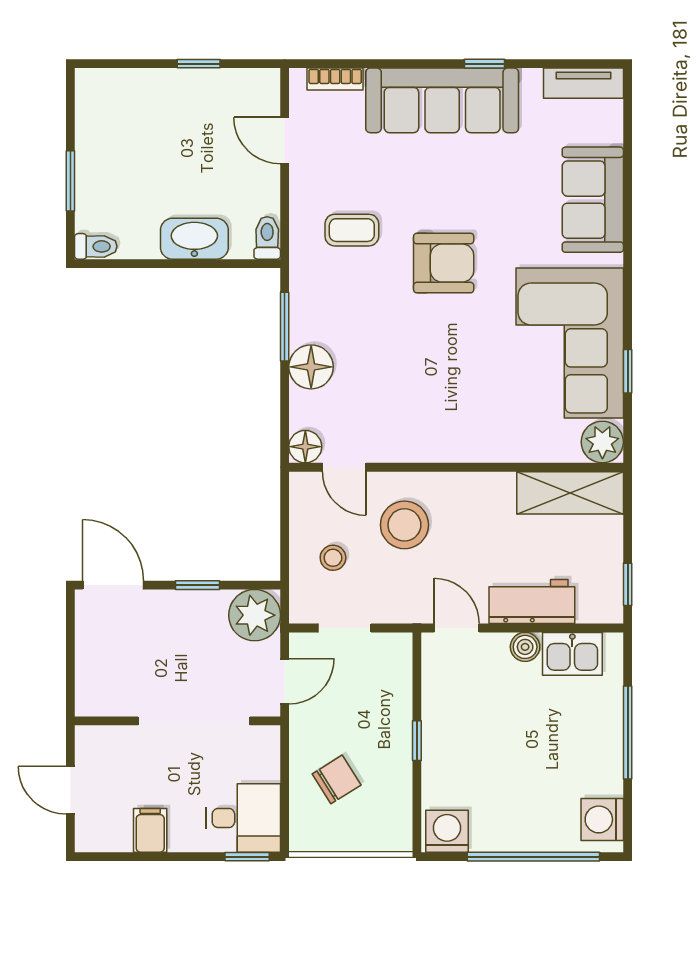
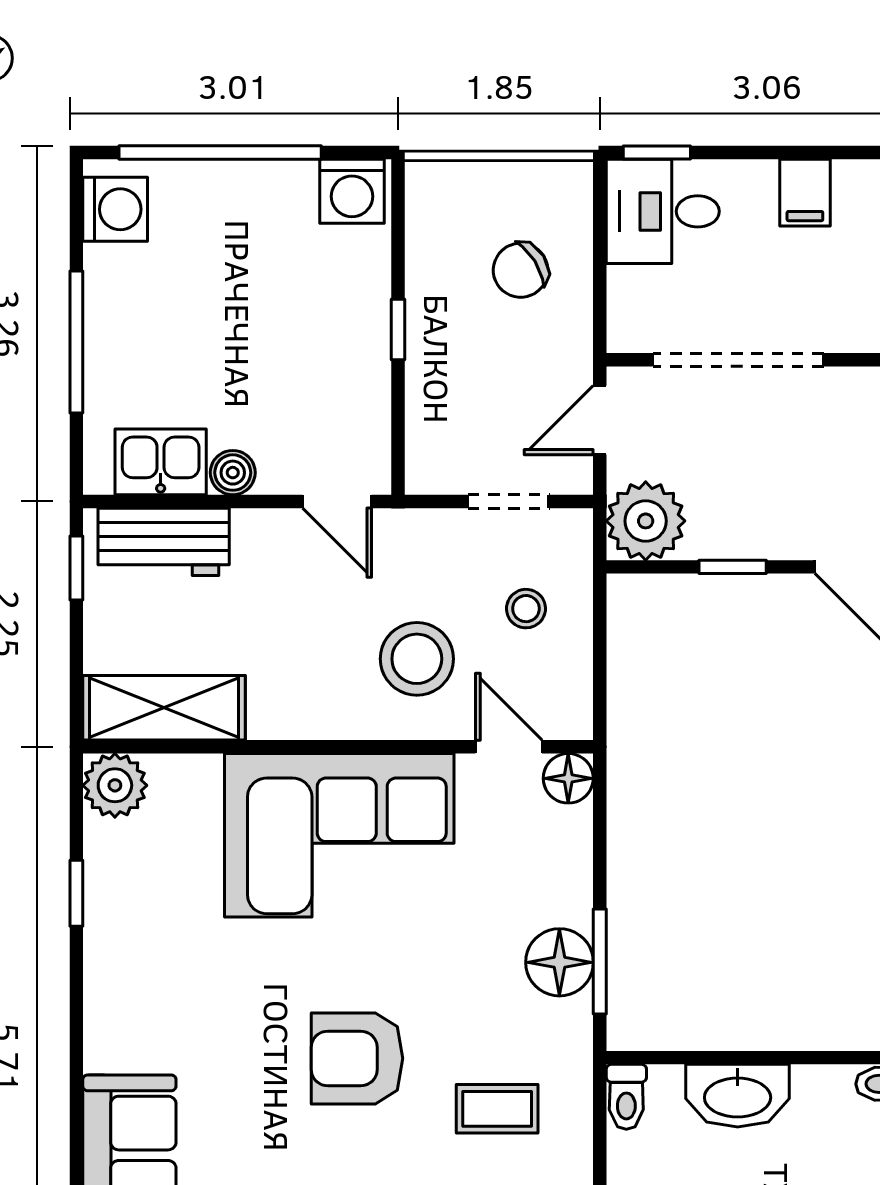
corner sofa: (570, 343) -> (339, 835), moved, turned 90
floor lamp: (311, 367) -> (559, 962), moved
workbench: (532, 602) -> (164, 542), moved

